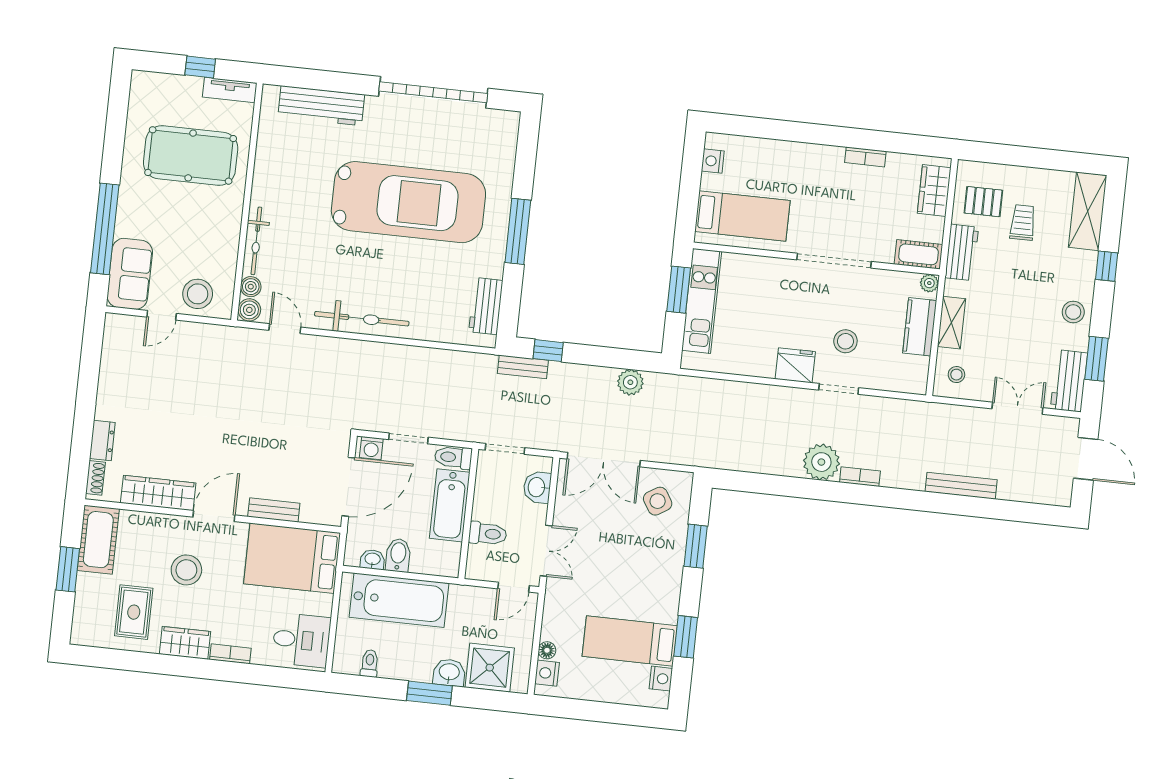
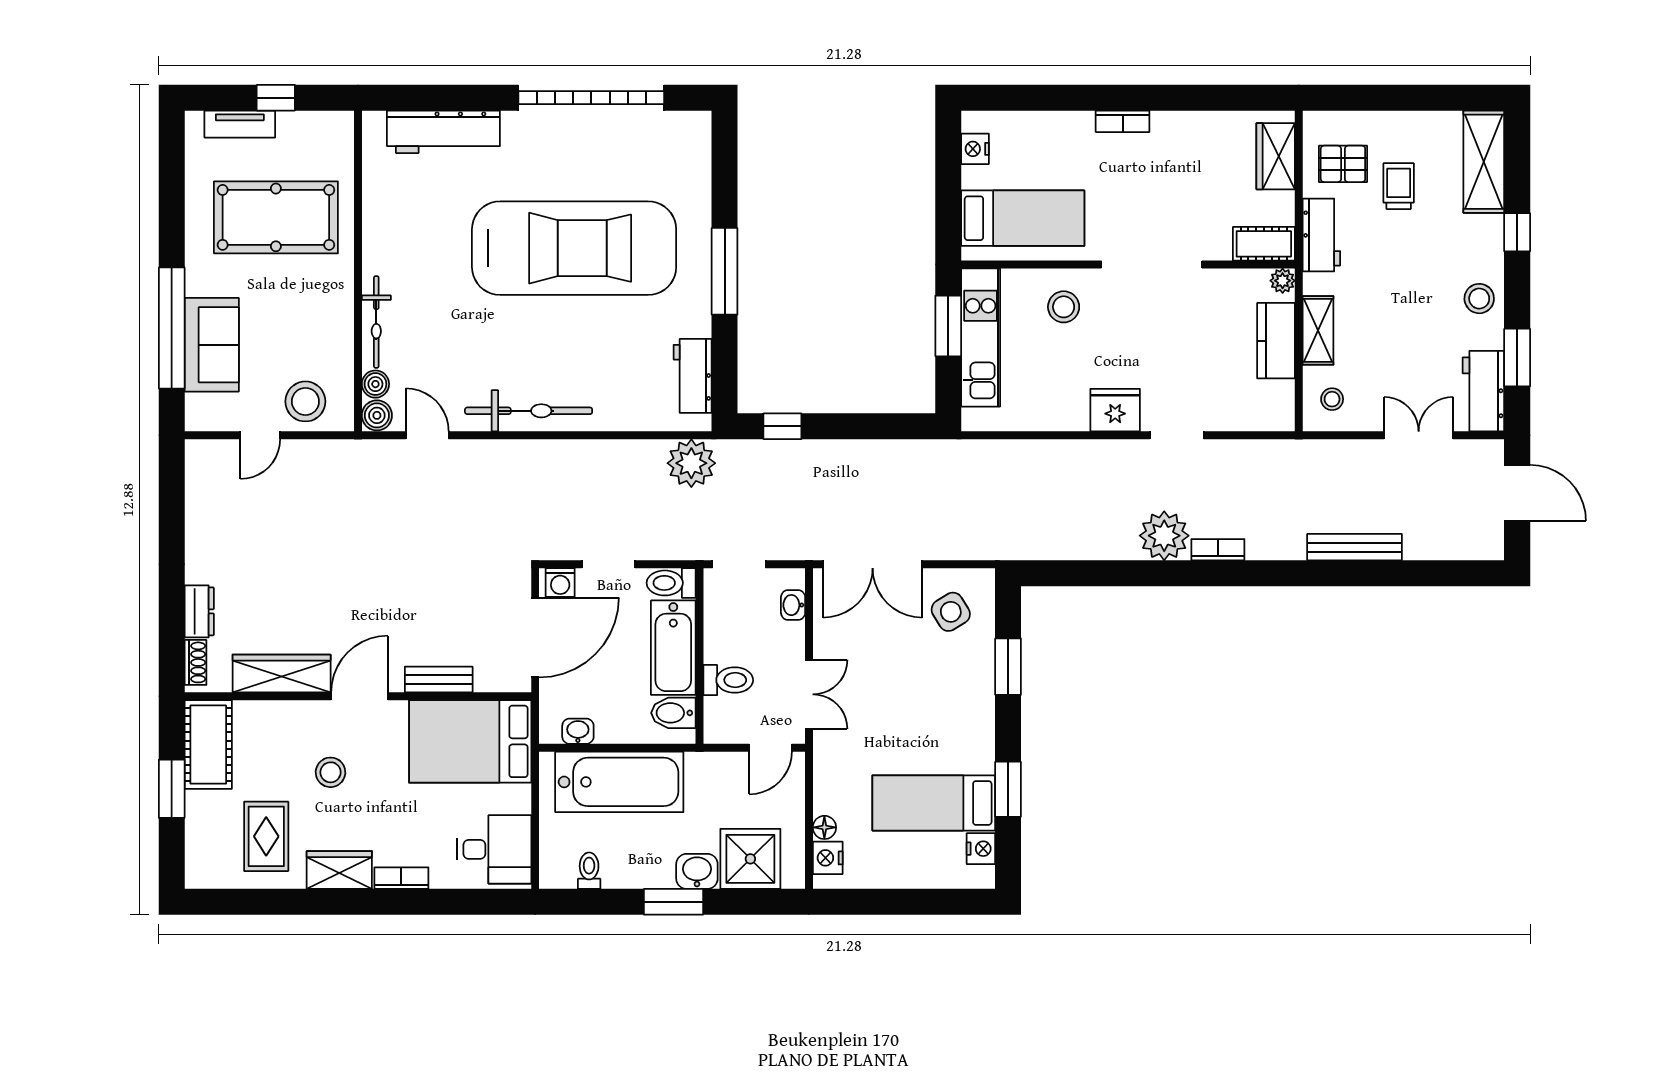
tv unit: (230, 90) -> (240, 124), moved
bookcase: (865, 157) -> (1123, 121), moved
sofa: (130, 274) -> (212, 345), moved
stool: (845, 341) -> (1064, 307), moved
bench: (523, 367) -> (751, 452), removed
plant: (630, 382) -> (691, 463), moved, width x1.36, depth x1.36
washbasin: (537, 487) -> (793, 605), width x0.72, depth x0.69
bidet: (398, 555) -> (673, 713), moved, turned -90
stool: (186, 570) -> (331, 772), width x0.73, depth x0.73

